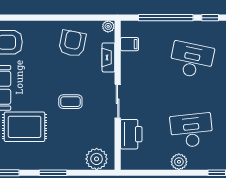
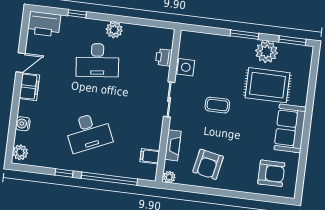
desk: (192, 60) -> (88, 132), turned -36
side table: (105, 134) -> (186, 67), added
printer: (131, 134) -> (164, 57), width x0.53, depth x0.68
plant: (97, 159) -> (266, 52), moved

